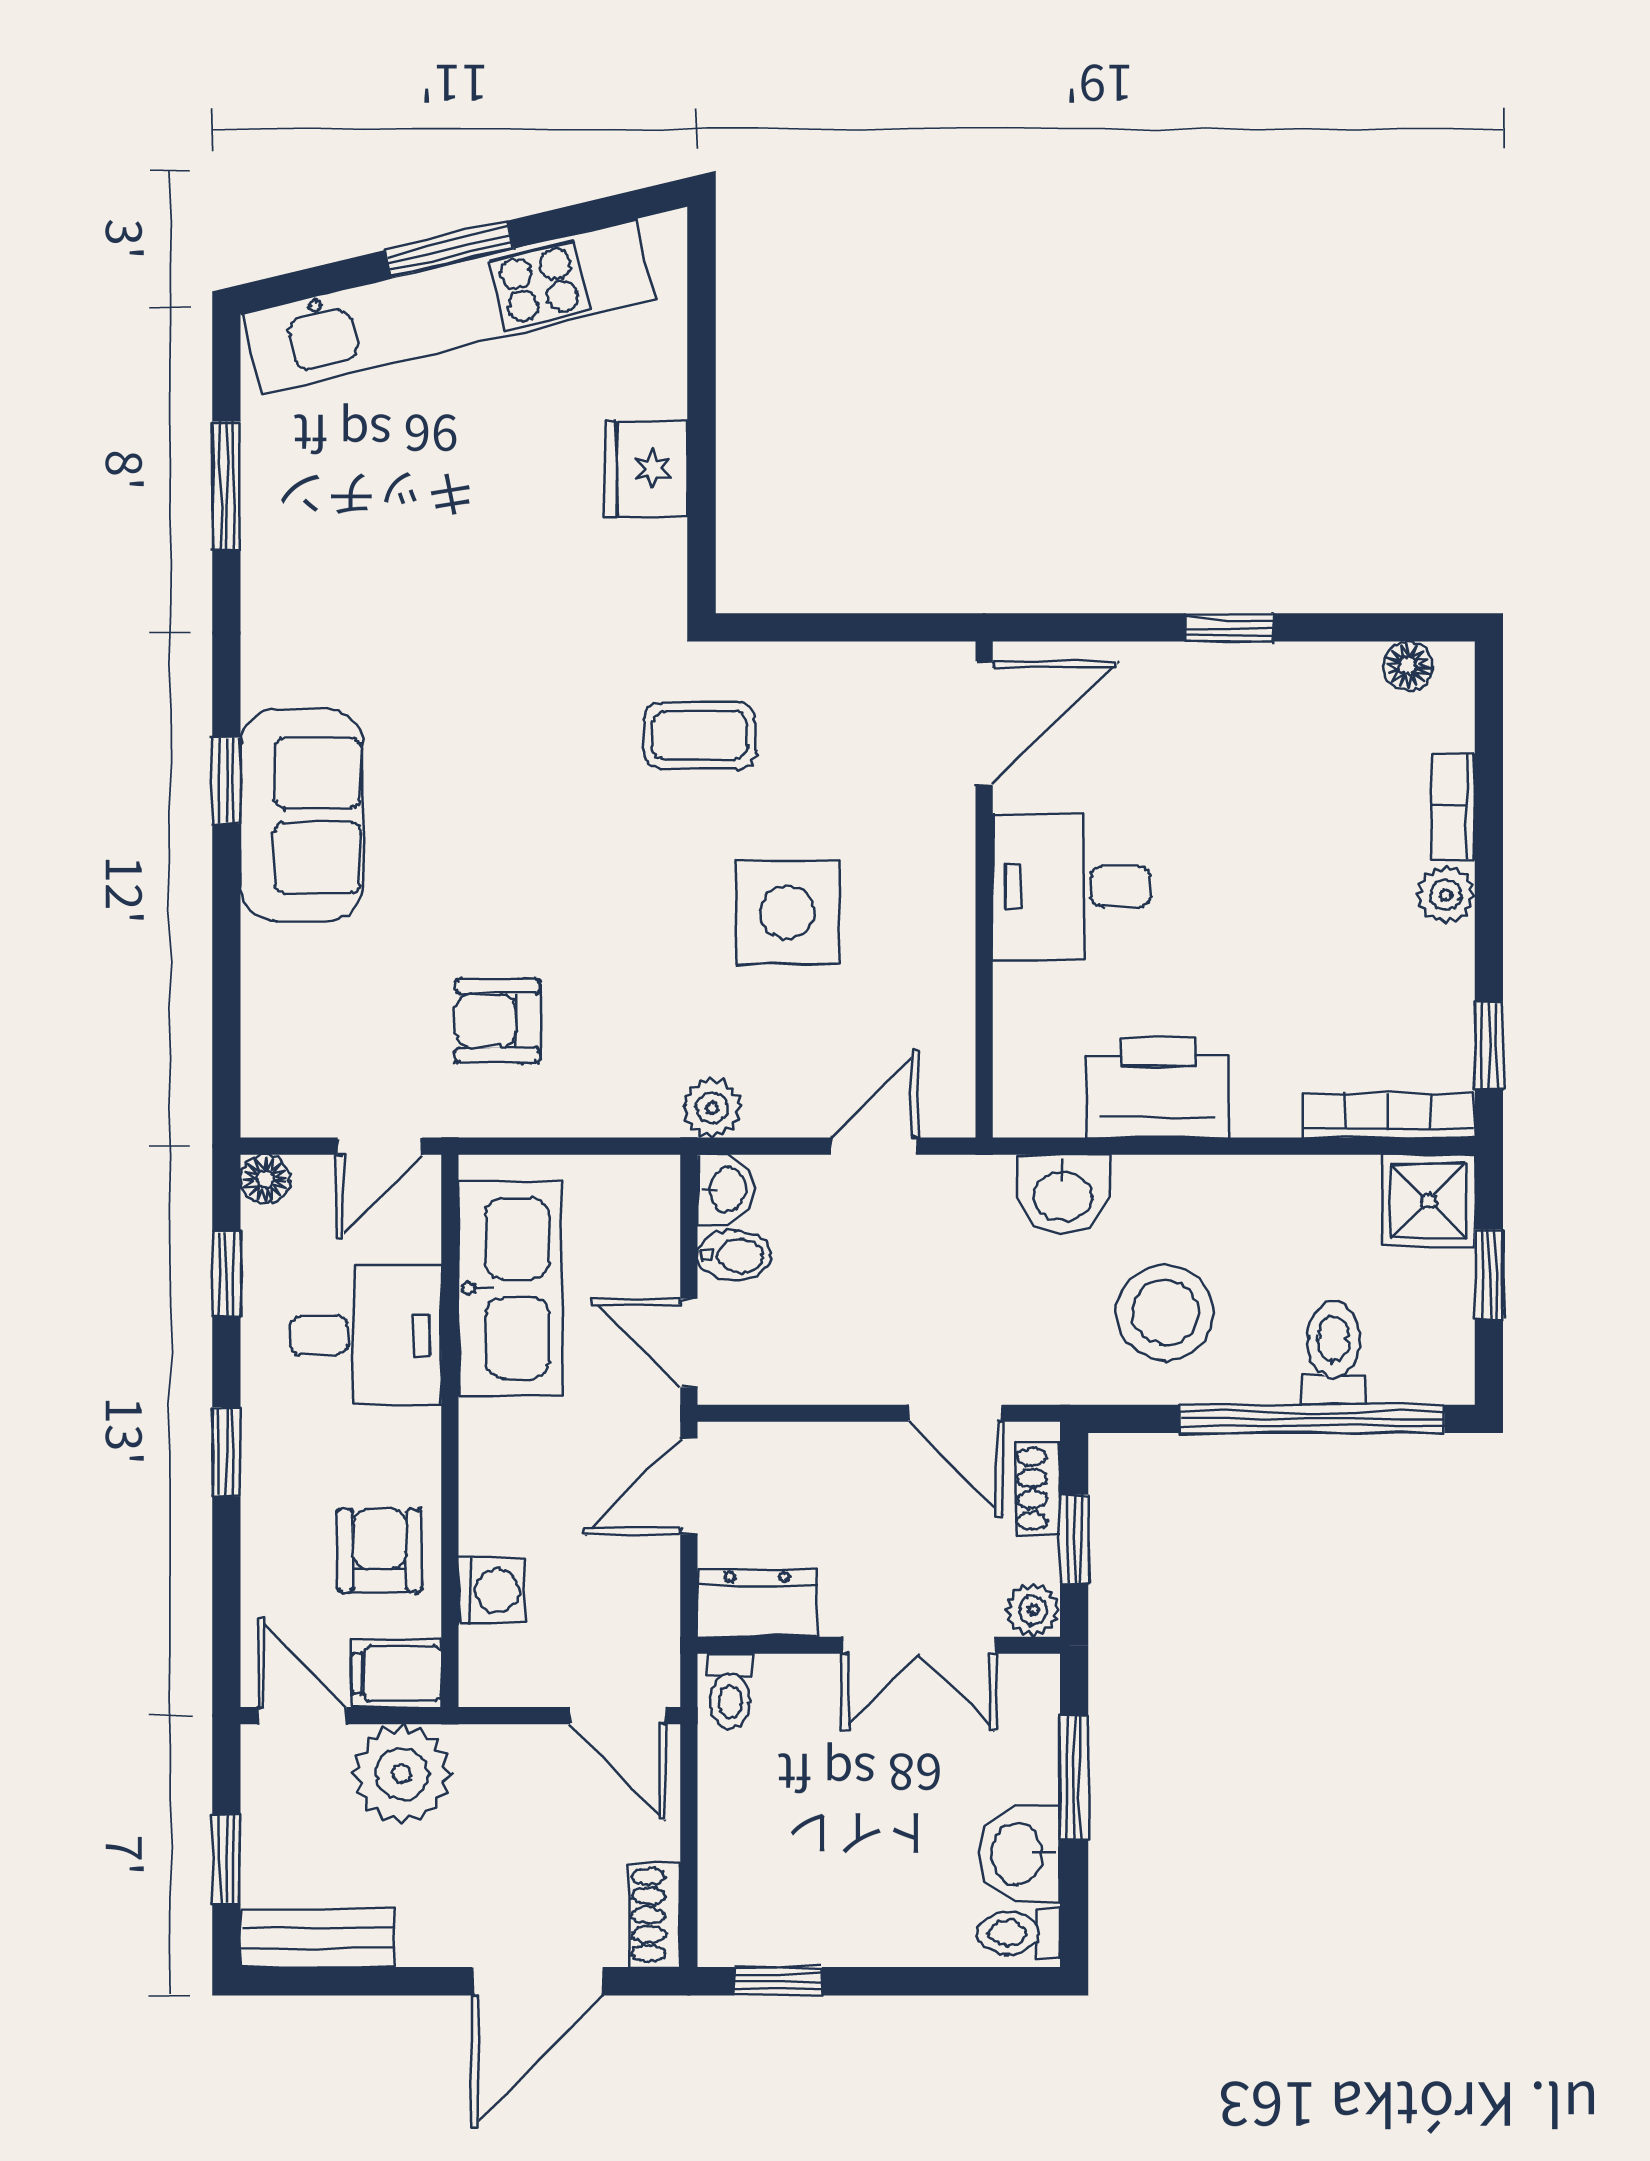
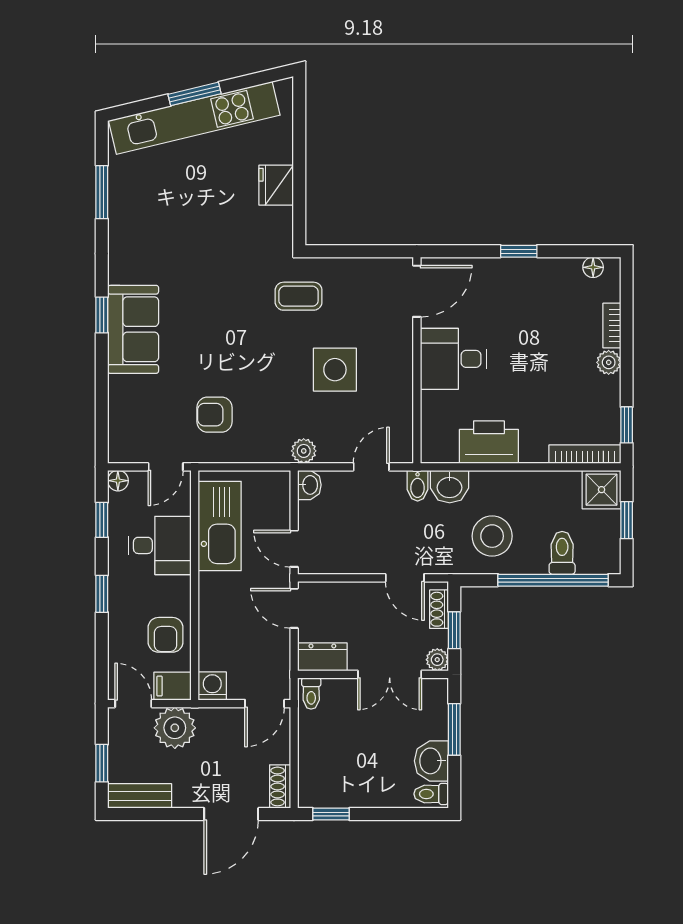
bidet: (734, 1256) -> (418, 486), moved, turned 90
door: (689, 1486) -> (294, 608), hinge flipped
armchair: (380, 1550) -> (166, 635), turned 180
washing machine: (492, 1590) -> (212, 686), moved, turned -90
door: (618, 1716) -> (265, 704), hinge flipped

